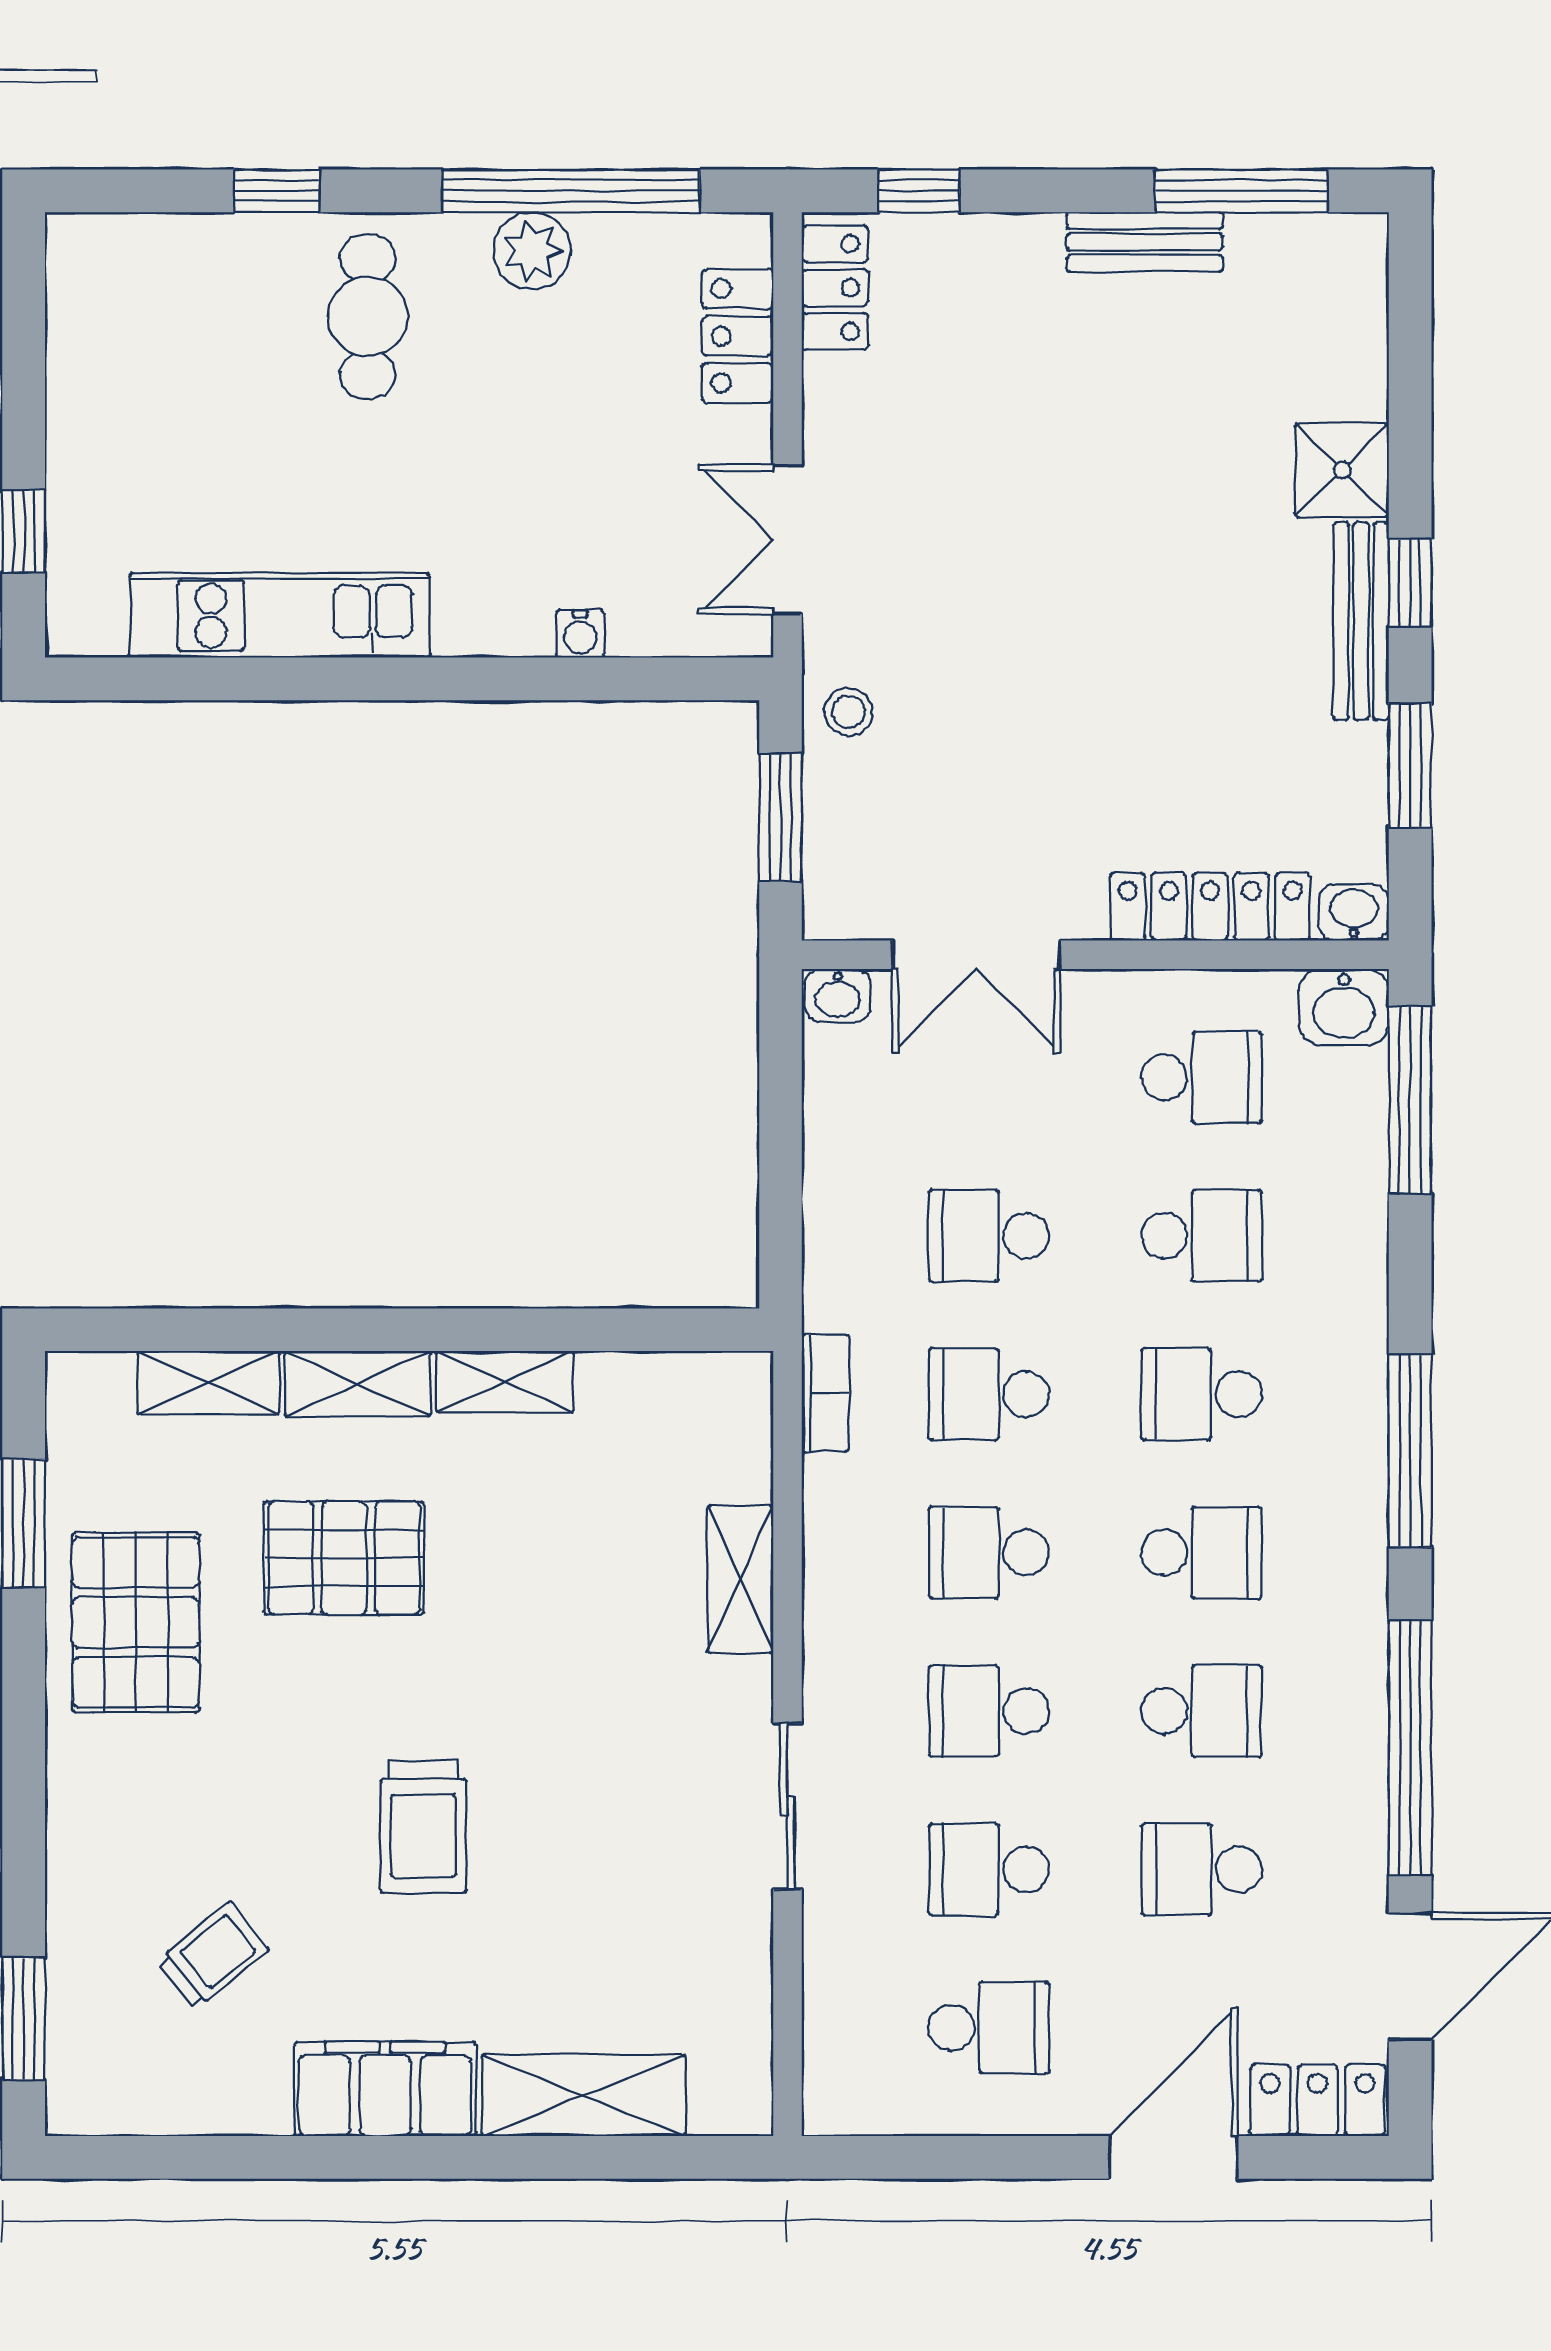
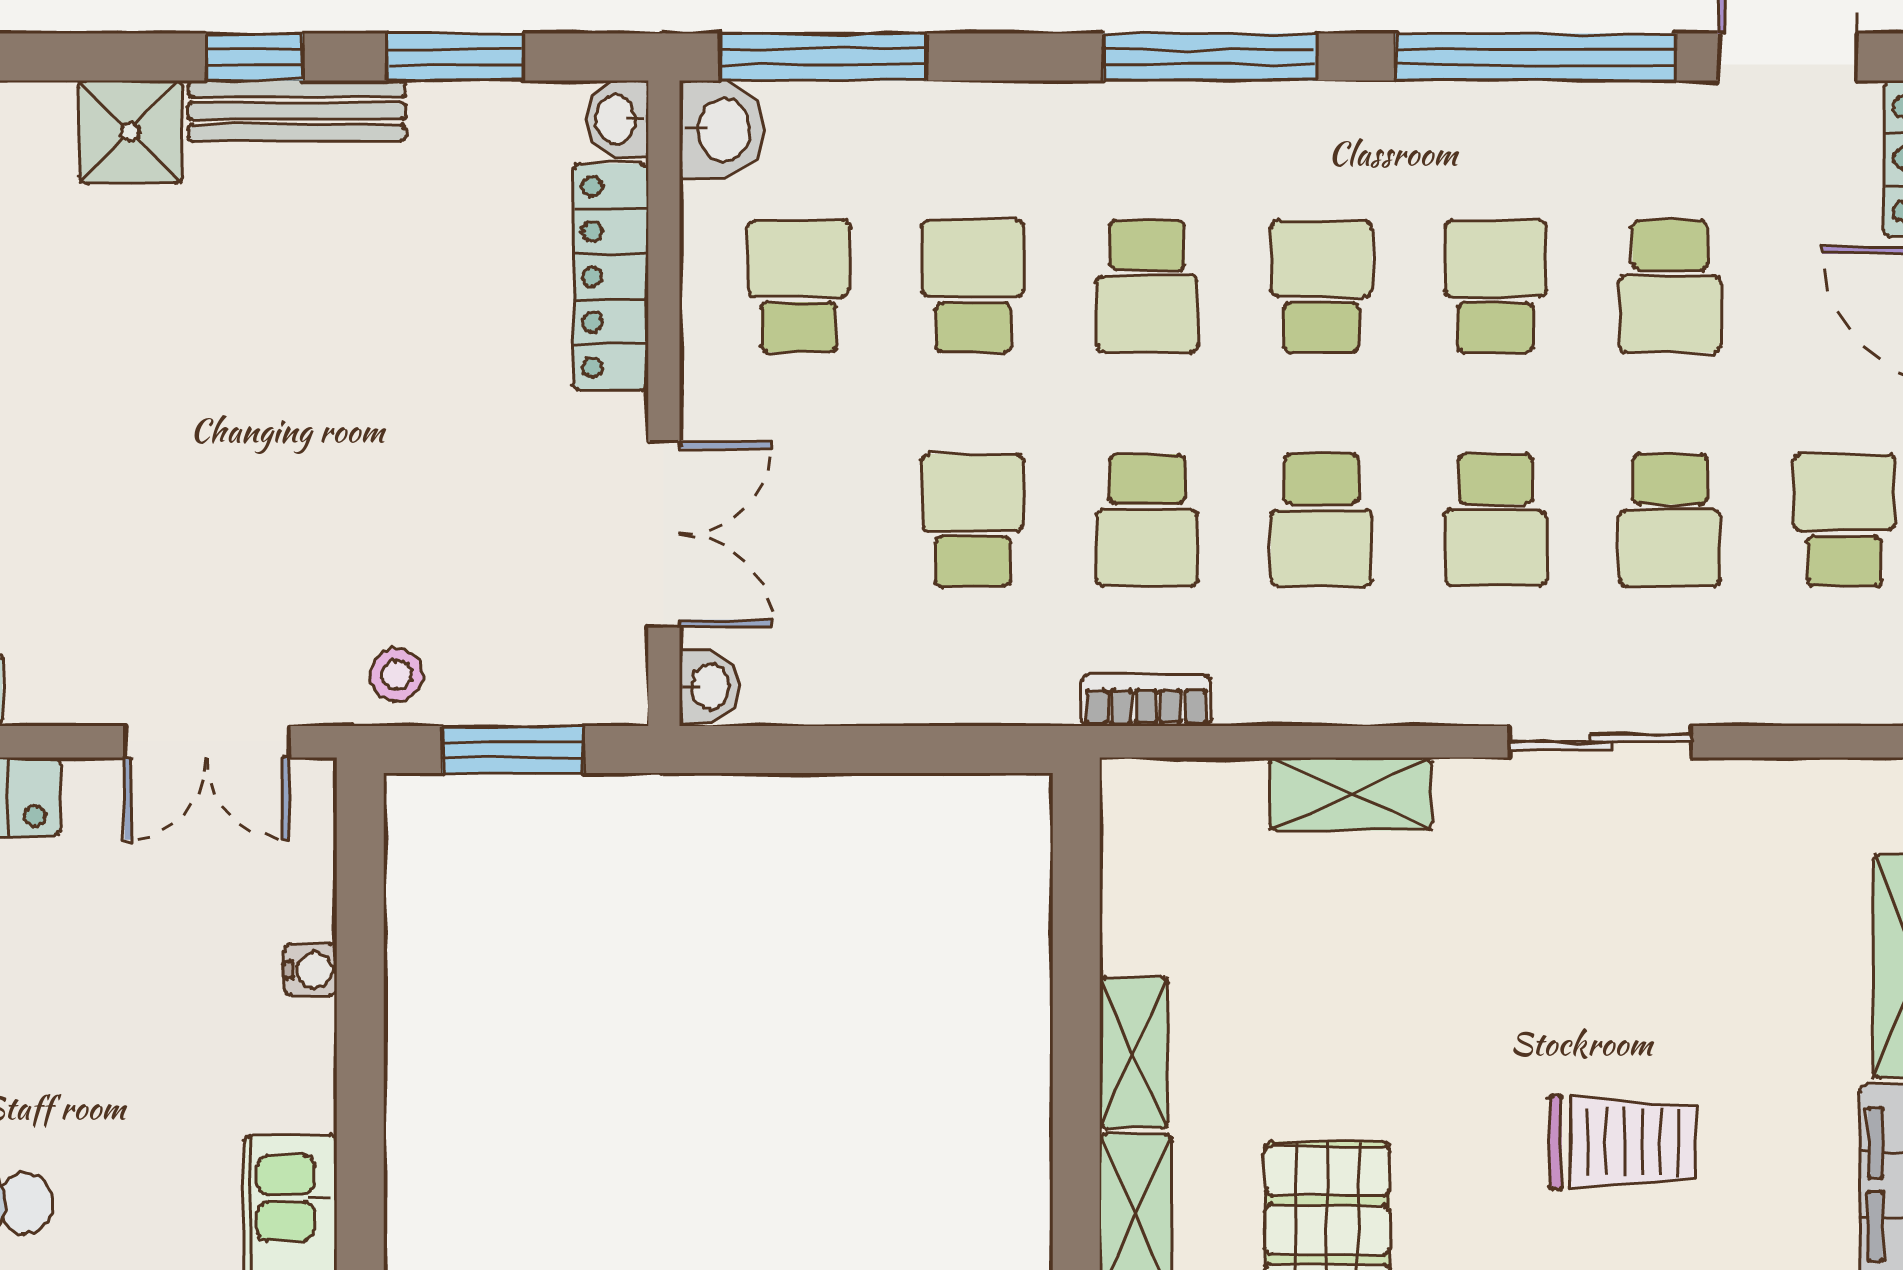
school desk: (989, 1236) -> (973, 520), turned 180

